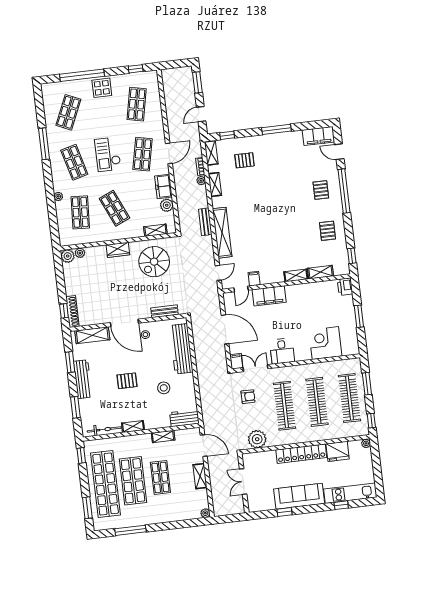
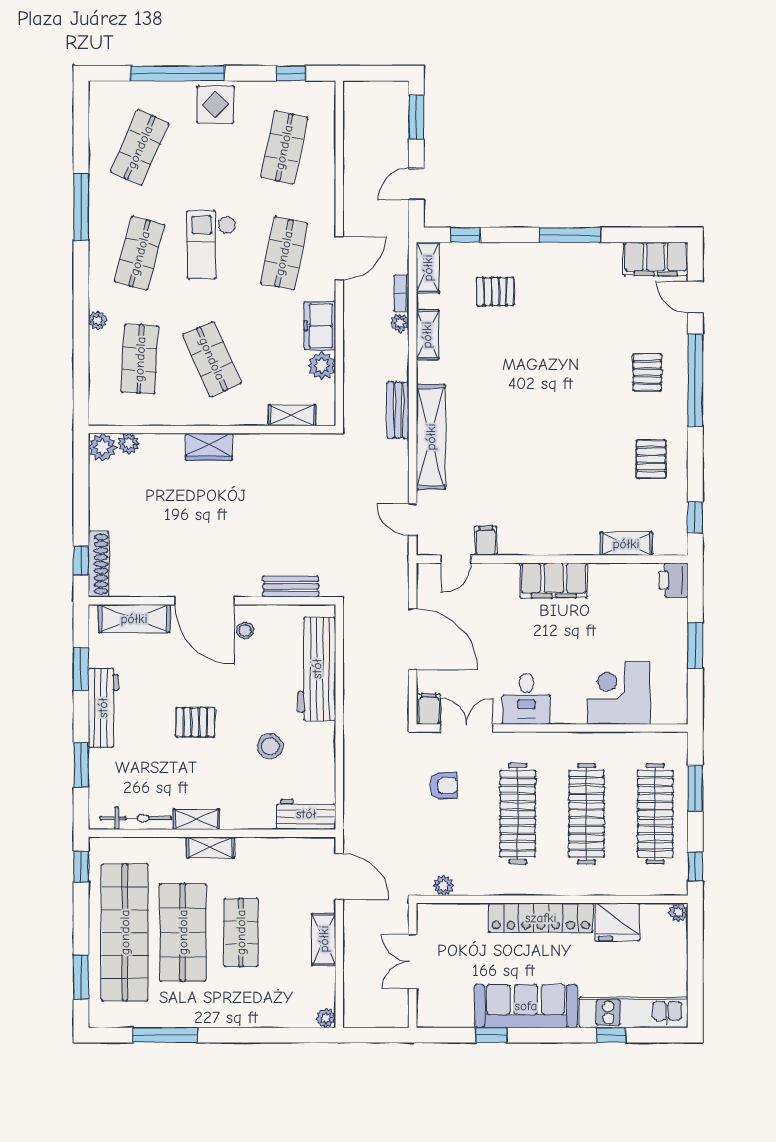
shop shelf: (74, 162) -> (140, 253), turned 30
spiral stairs: (154, 262) -> (281, 480), removed
door: (218, 273) -> (413, 520), swing flipped
shelving: (296, 275) -> (574, 545), removed
filing cabinet: (269, 296) -> (554, 580), moved
shelving: (163, 436) -> (211, 848), moved
plant: (257, 439) -> (443, 885), width x0.53, depth x0.53

